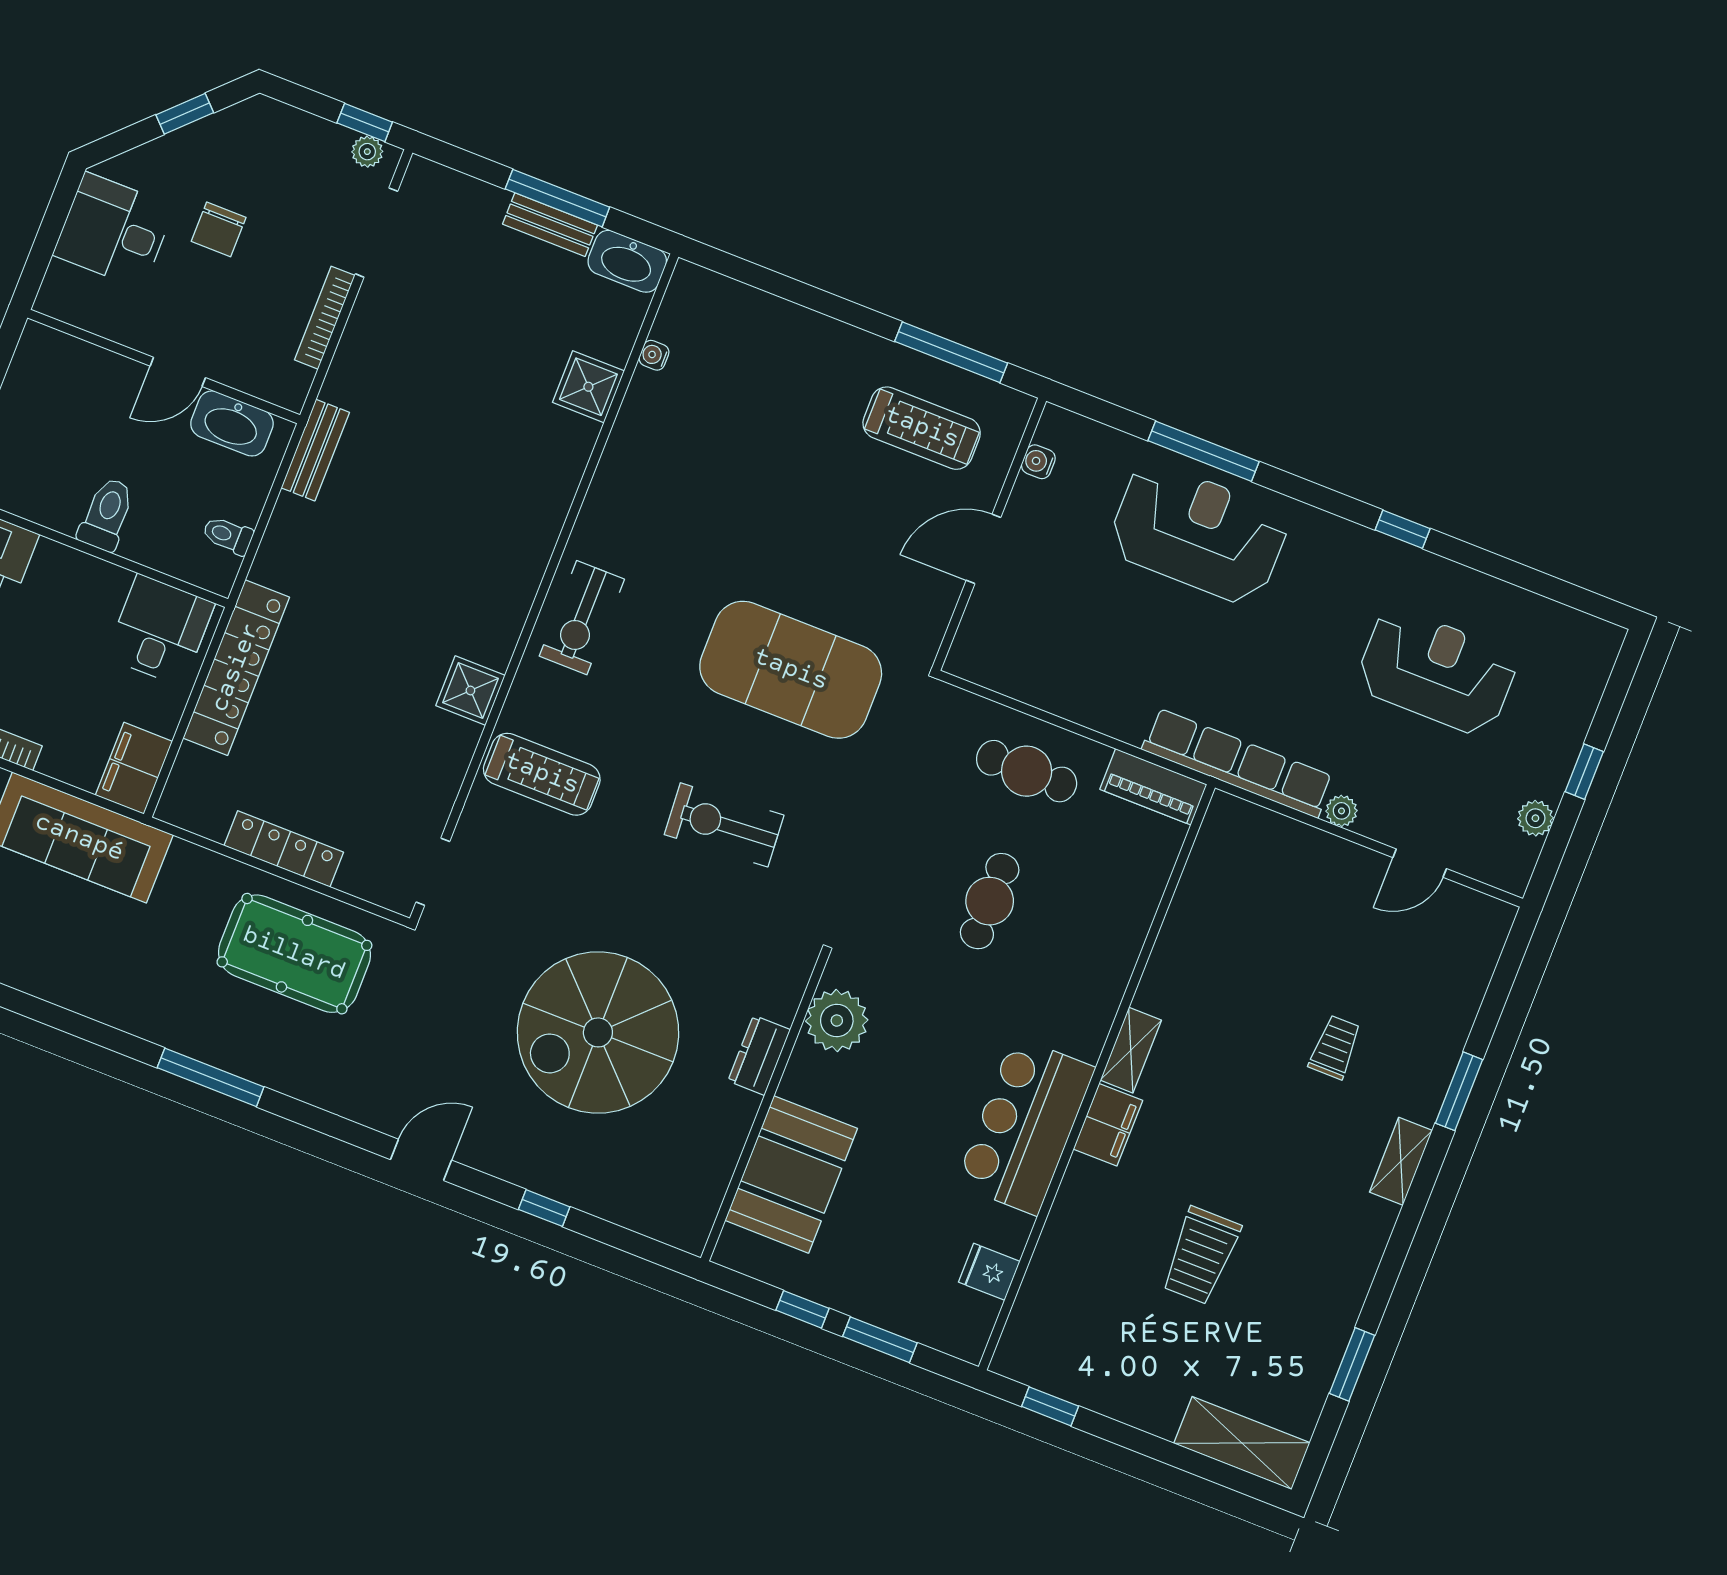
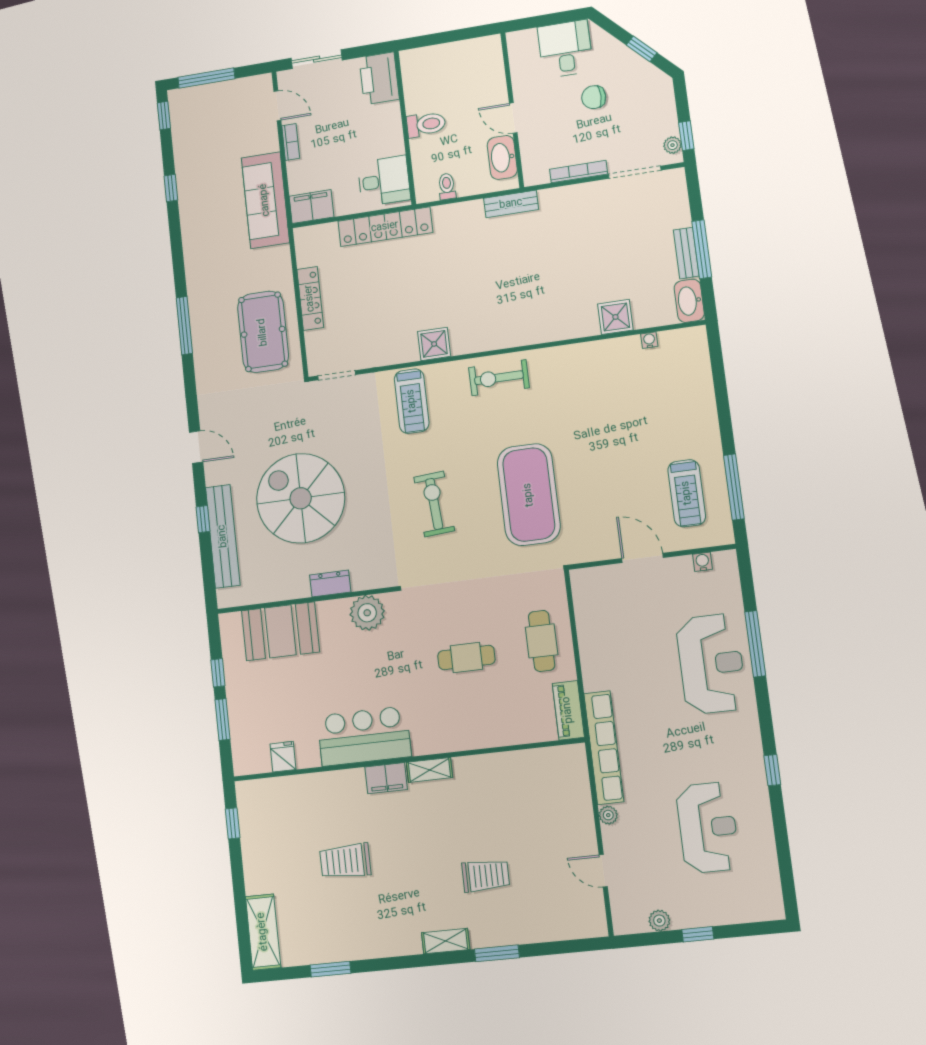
trolley: (1335, 1047) -> (486, 876), width x1.36, depth x1.39
bench: (589, 1190) -> (223, 536), added

